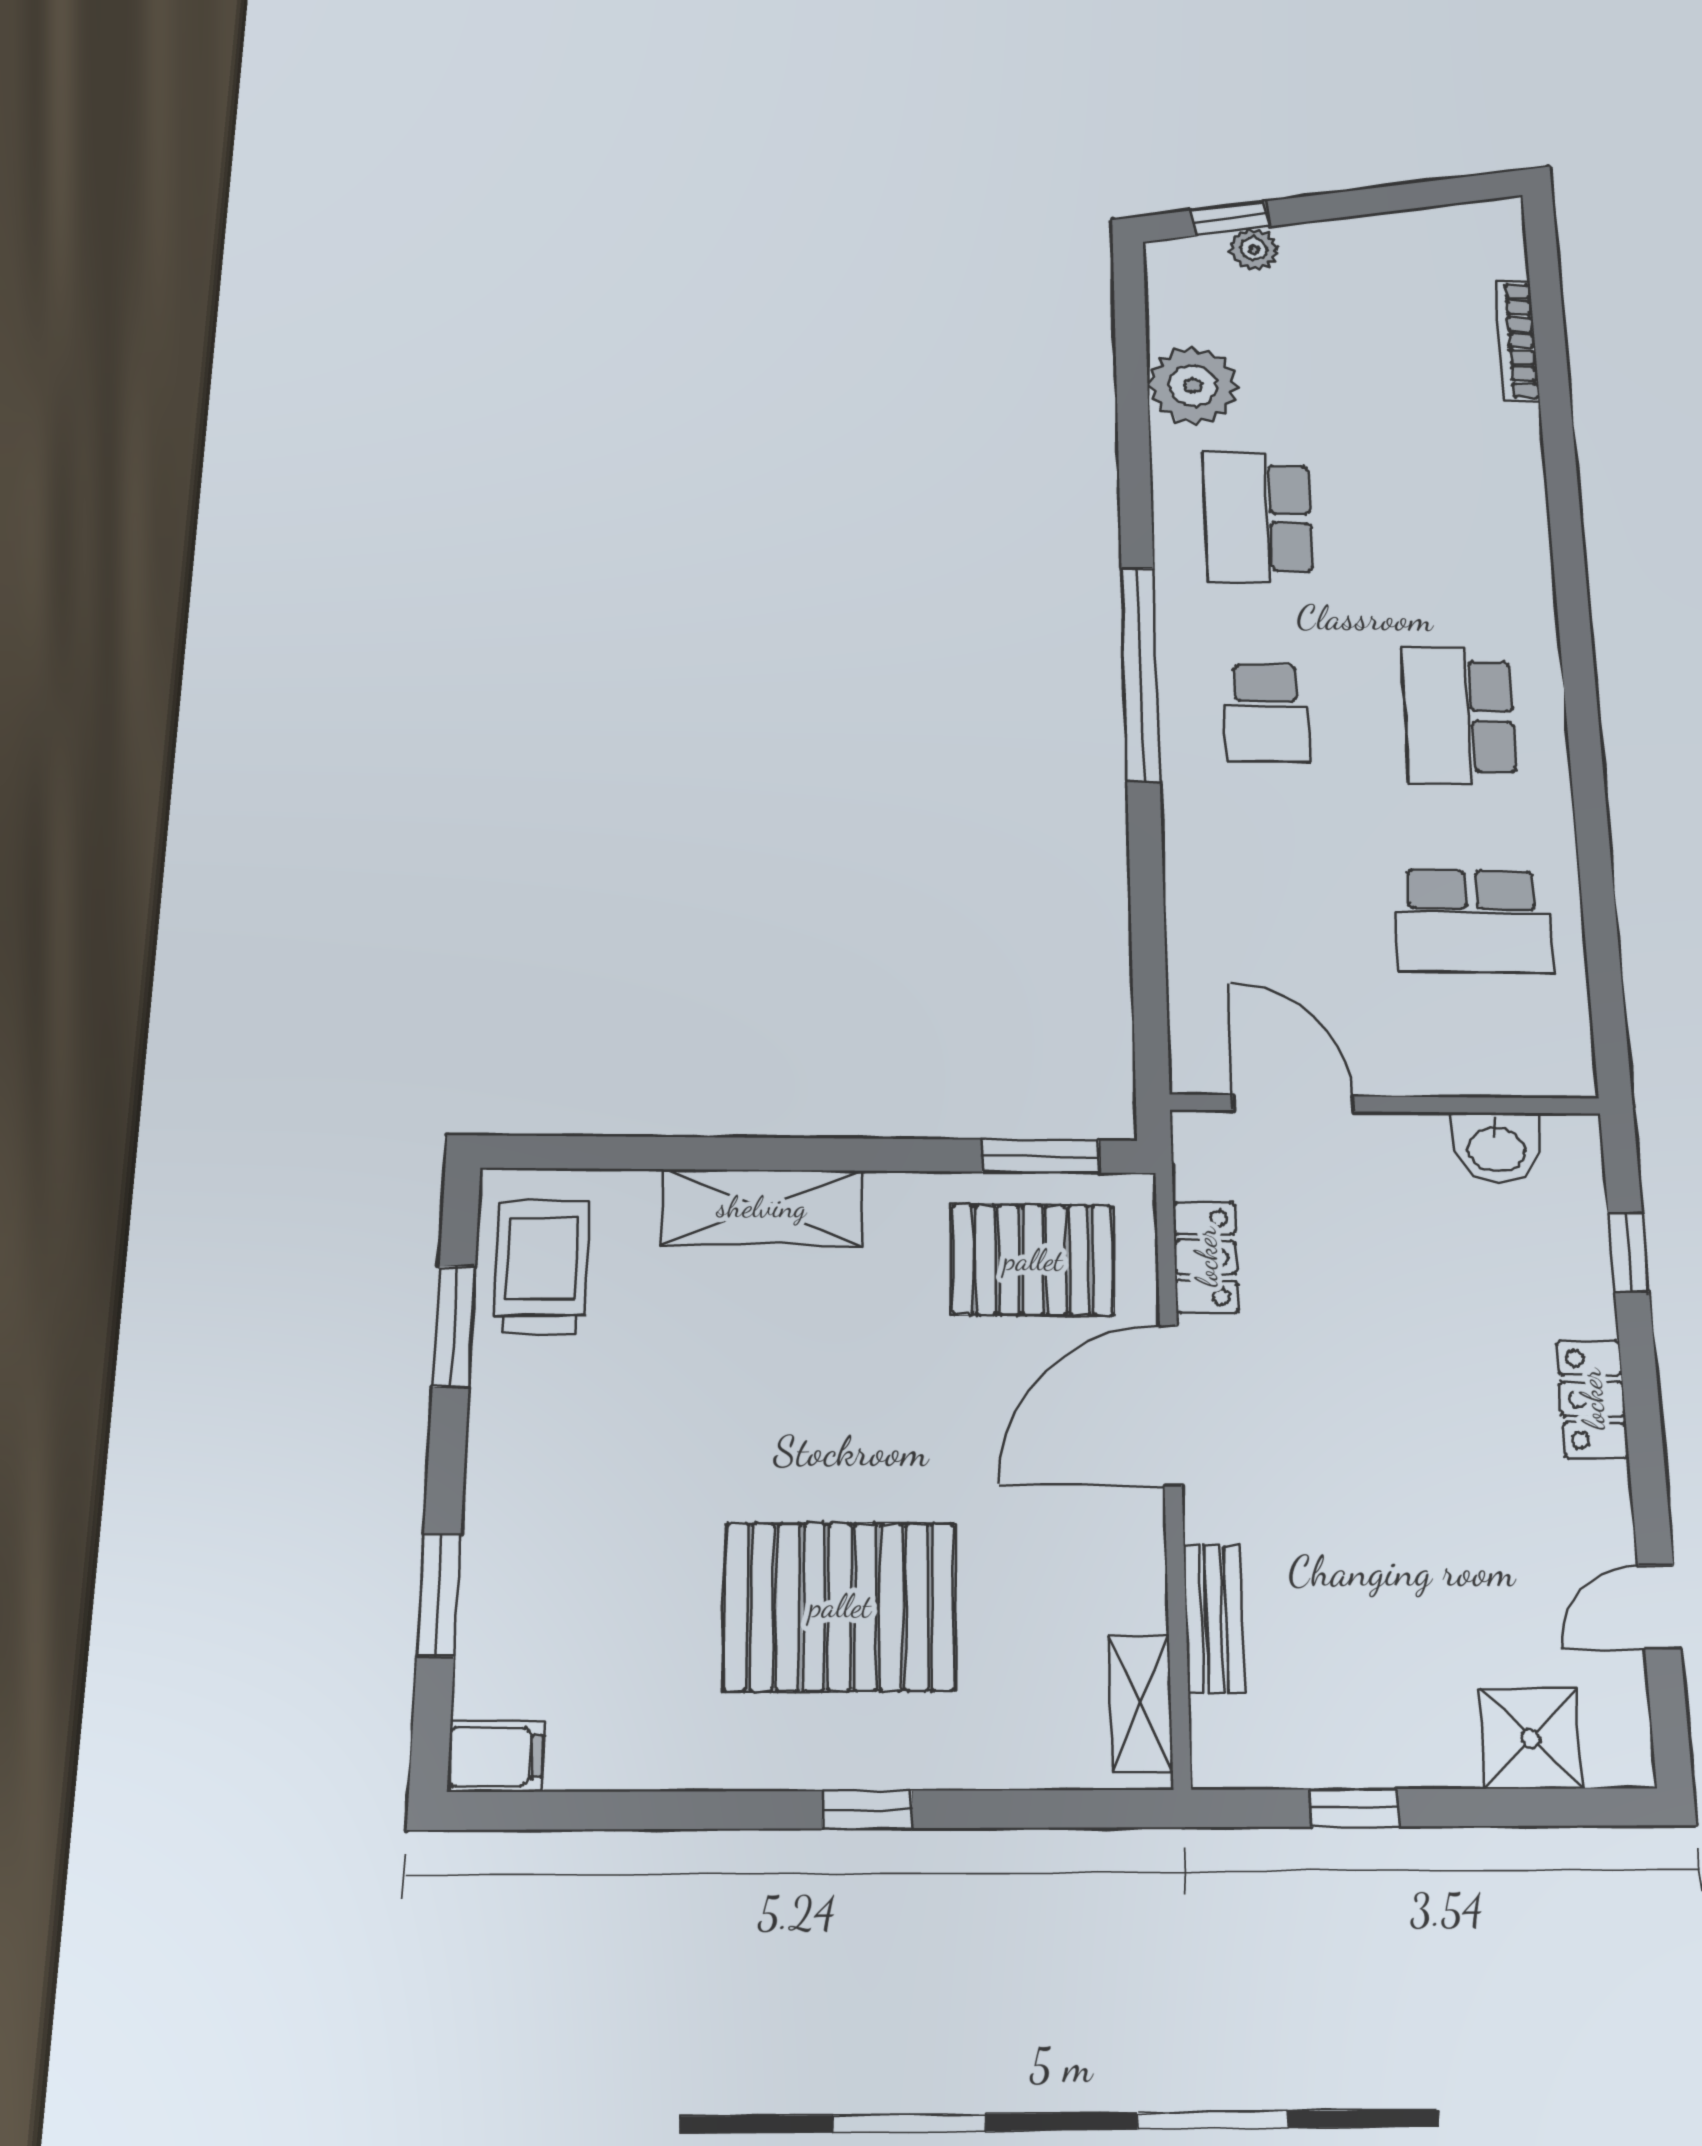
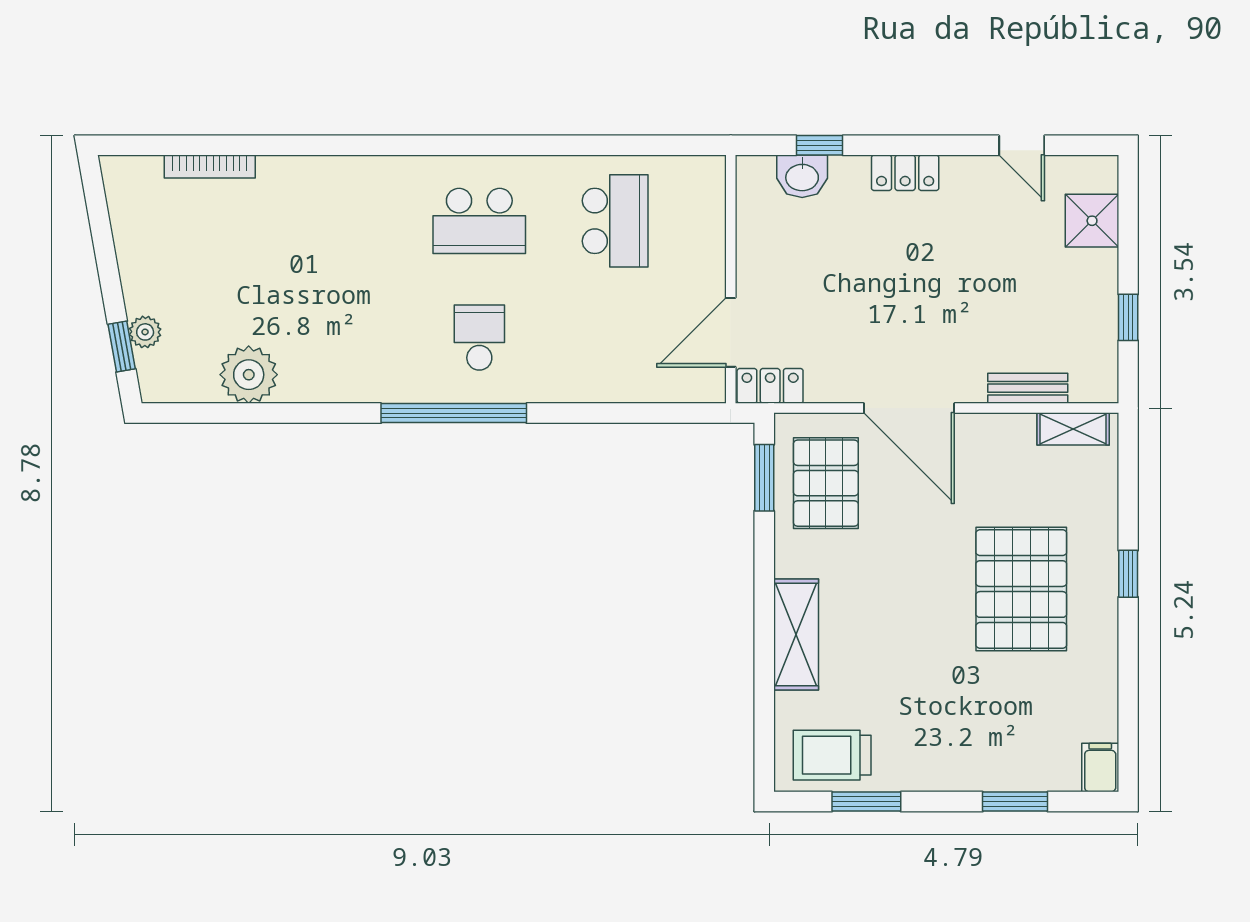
school desk: (1258, 517) -> (344, 337), removed
school desk: (1267, 713) -> (479, 337), turned -90
washbasin: (1497, 1148) -> (802, 176), moved, turned 90
locker: (1206, 1257) -> (770, 386), moved

